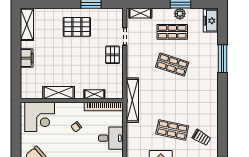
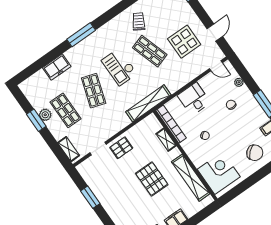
freezer: (211, 21) -> (57, 67), moved
pallet: (77, 27) -> (152, 179), moved
window: (222, 59) -> (81, 35), moved
shelving: (59, 93) -> (191, 178), width x1.47
checkout: (177, 97) -> (119, 67), added
shop shelf: (172, 130) -> (150, 51), turned -30

